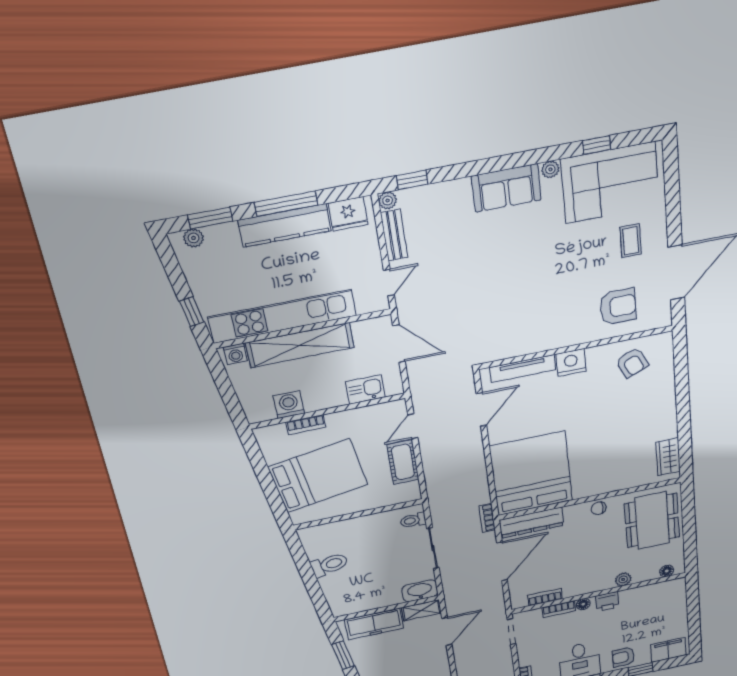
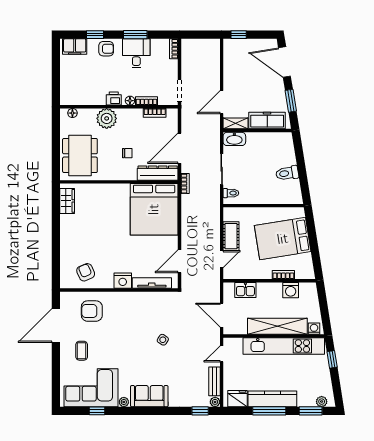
side table: (494, 285) -> (163, 340), added
chair: (599, 508) -> (127, 153), moved
plant: (623, 579) -> (107, 118), width x1.87, depth x1.87

